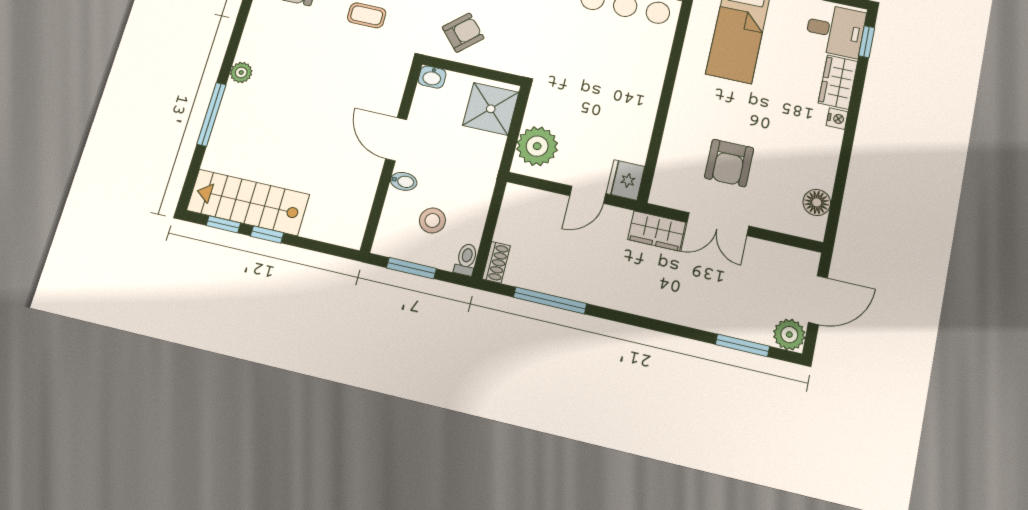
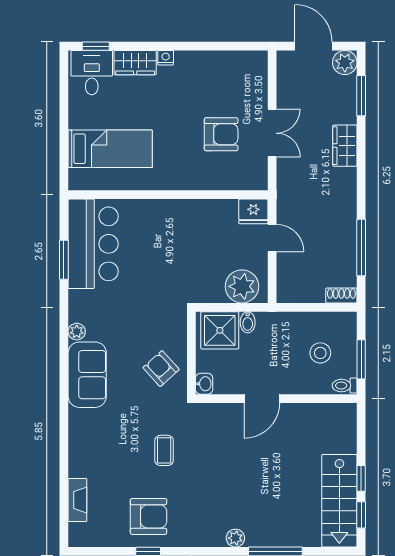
bidet: (404, 181) -> (248, 322), moved, turned 180
floor lamp: (817, 202) -> (237, 61), removed
wardrobe: (657, 231) -> (345, 146), moved, turned 180
toilet: (466, 259) -> (345, 386), moved

